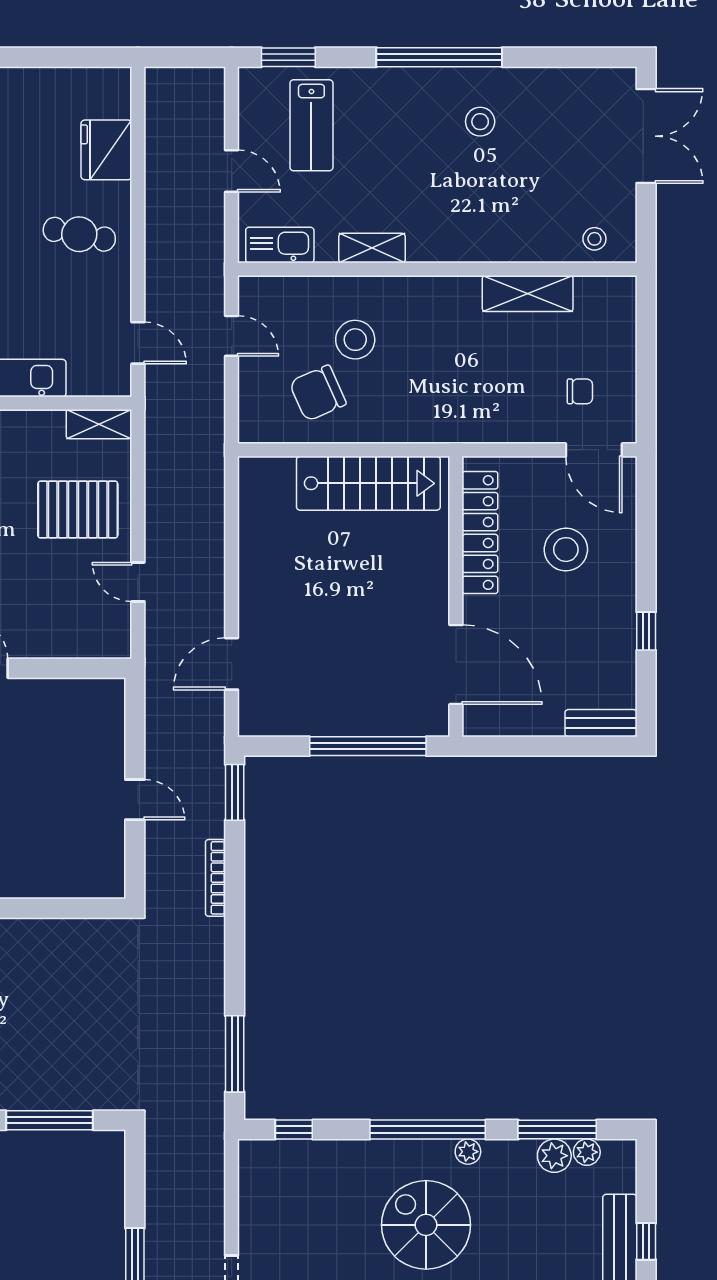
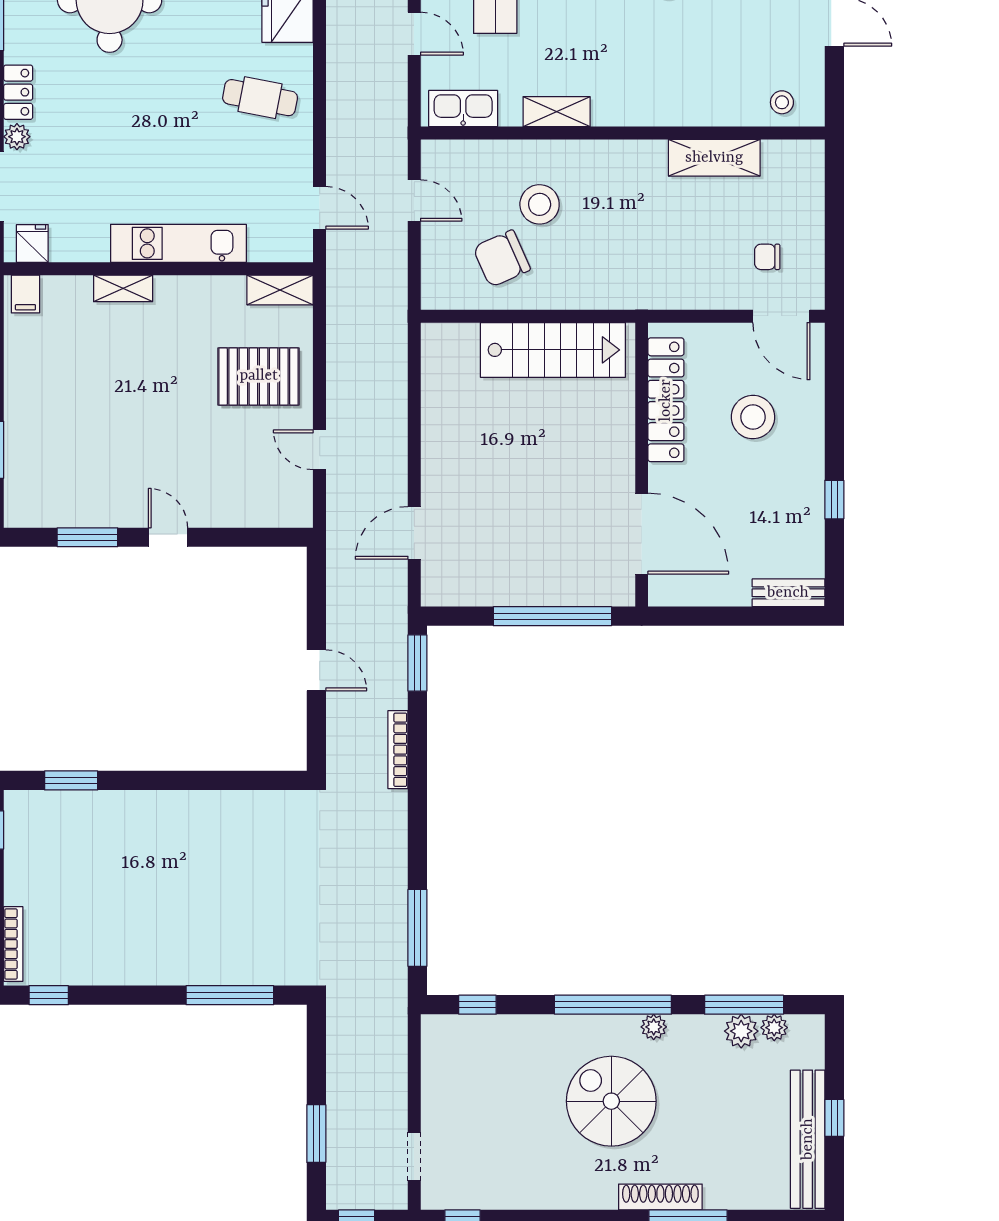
chair: (580, 391) -> (767, 257), turned 180

